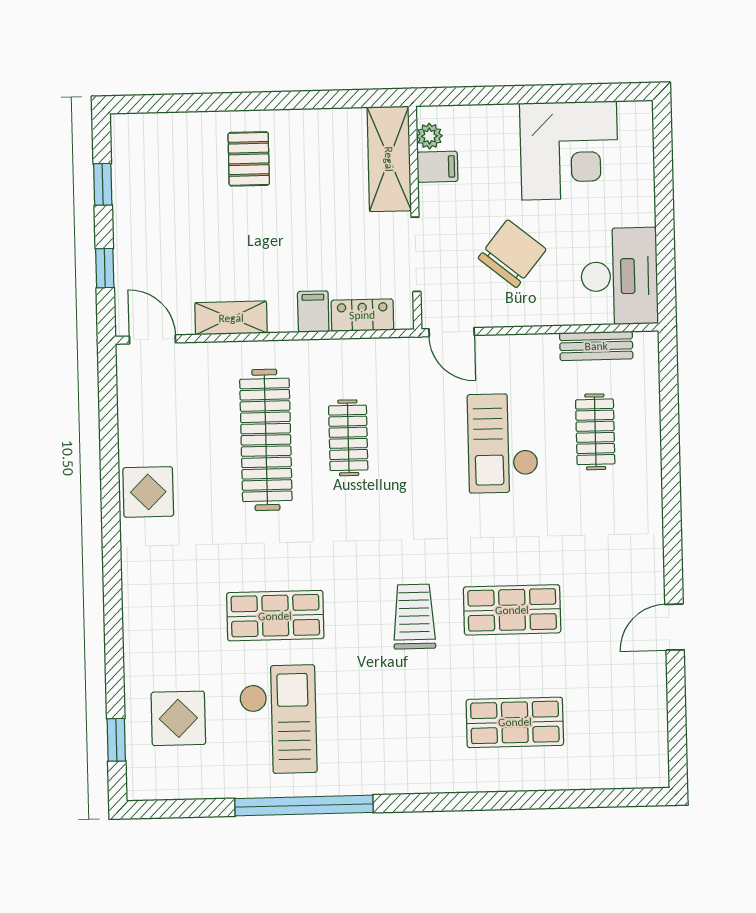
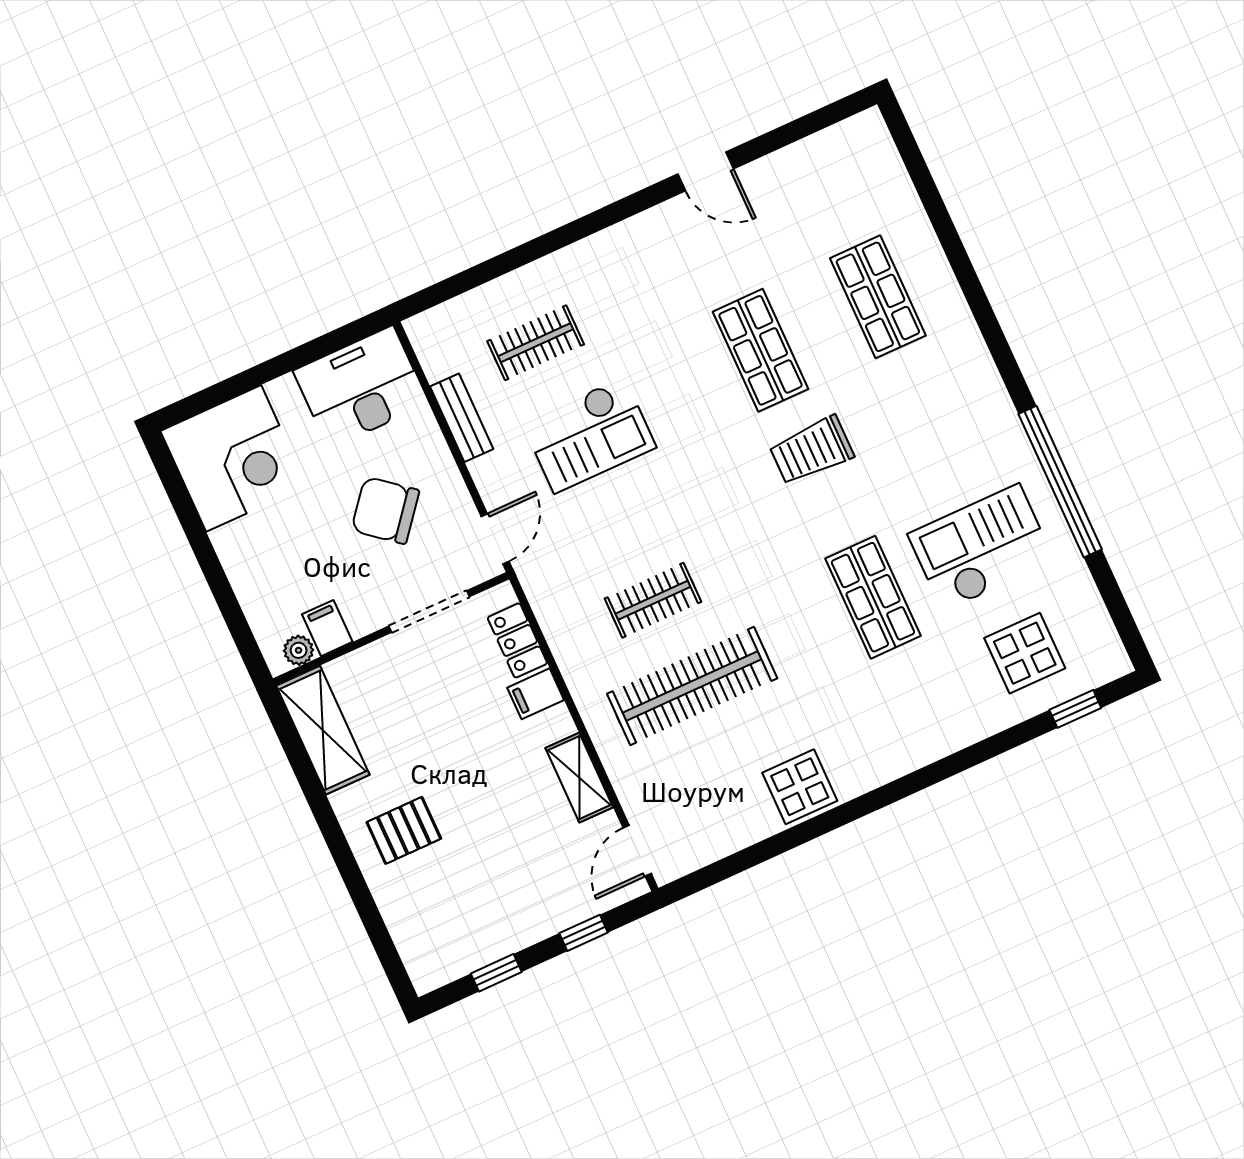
corner desk: (569, 151) -> (234, 458), moved, turned 90
shelving: (389, 159) -> (323, 730), moved, turned 90
bench: (596, 346) -> (462, 418), moved

